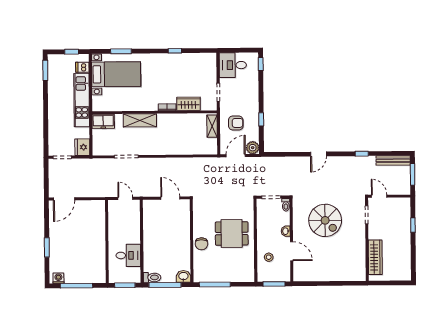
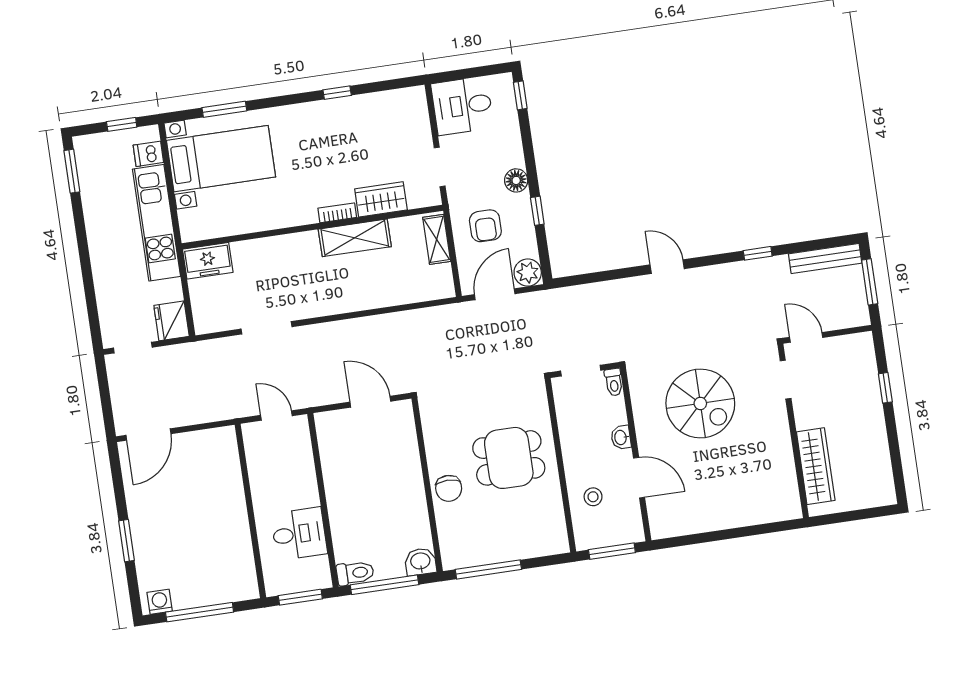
floor lamp: (253, 104) -> (516, 180), added
shelving: (140, 120) -> (355, 238), moved
armchair: (236, 123) -> (485, 226), turned 90
door: (318, 154) -> (667, 267), swing flipped

